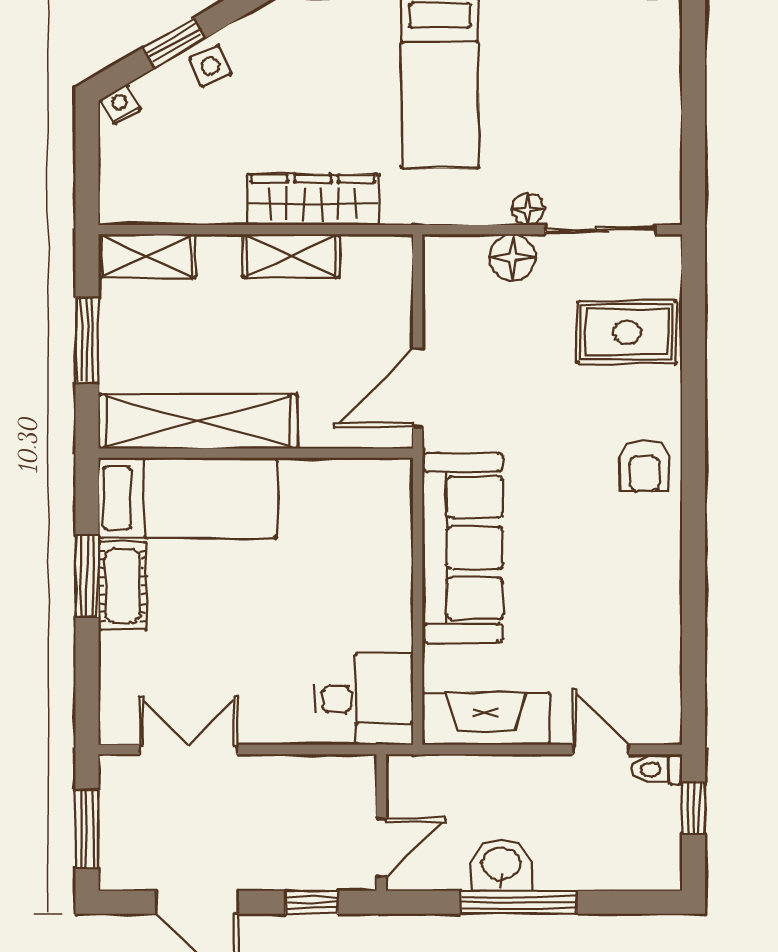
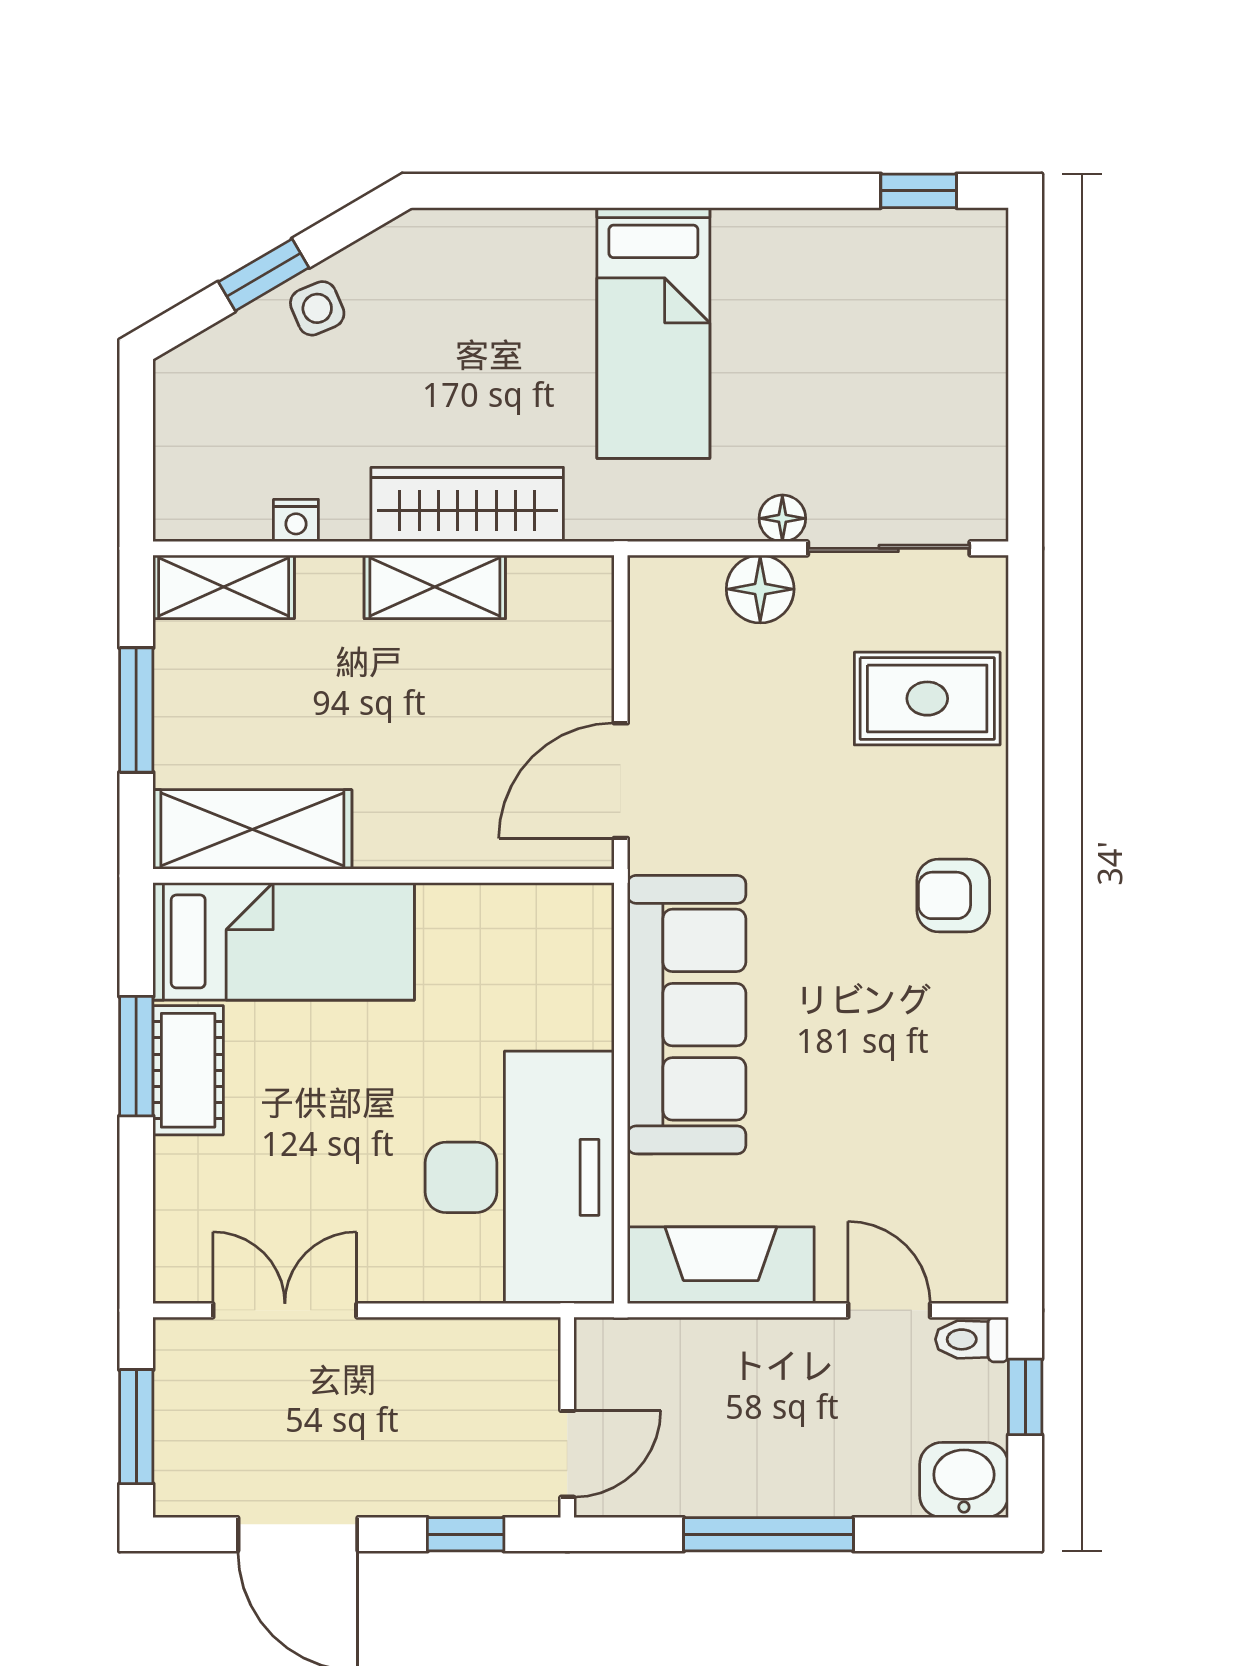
nightstand: (121, 104) -> (296, 521), moved, turned -150
shelving: (198, 421) -> (252, 829), width x0.68
armchair: (644, 466) -> (953, 895), turned 90
desk: (363, 699) -> (520, 1177), width x1.87, depth x1.30
washbasin: (501, 865) -> (964, 1480), moved

